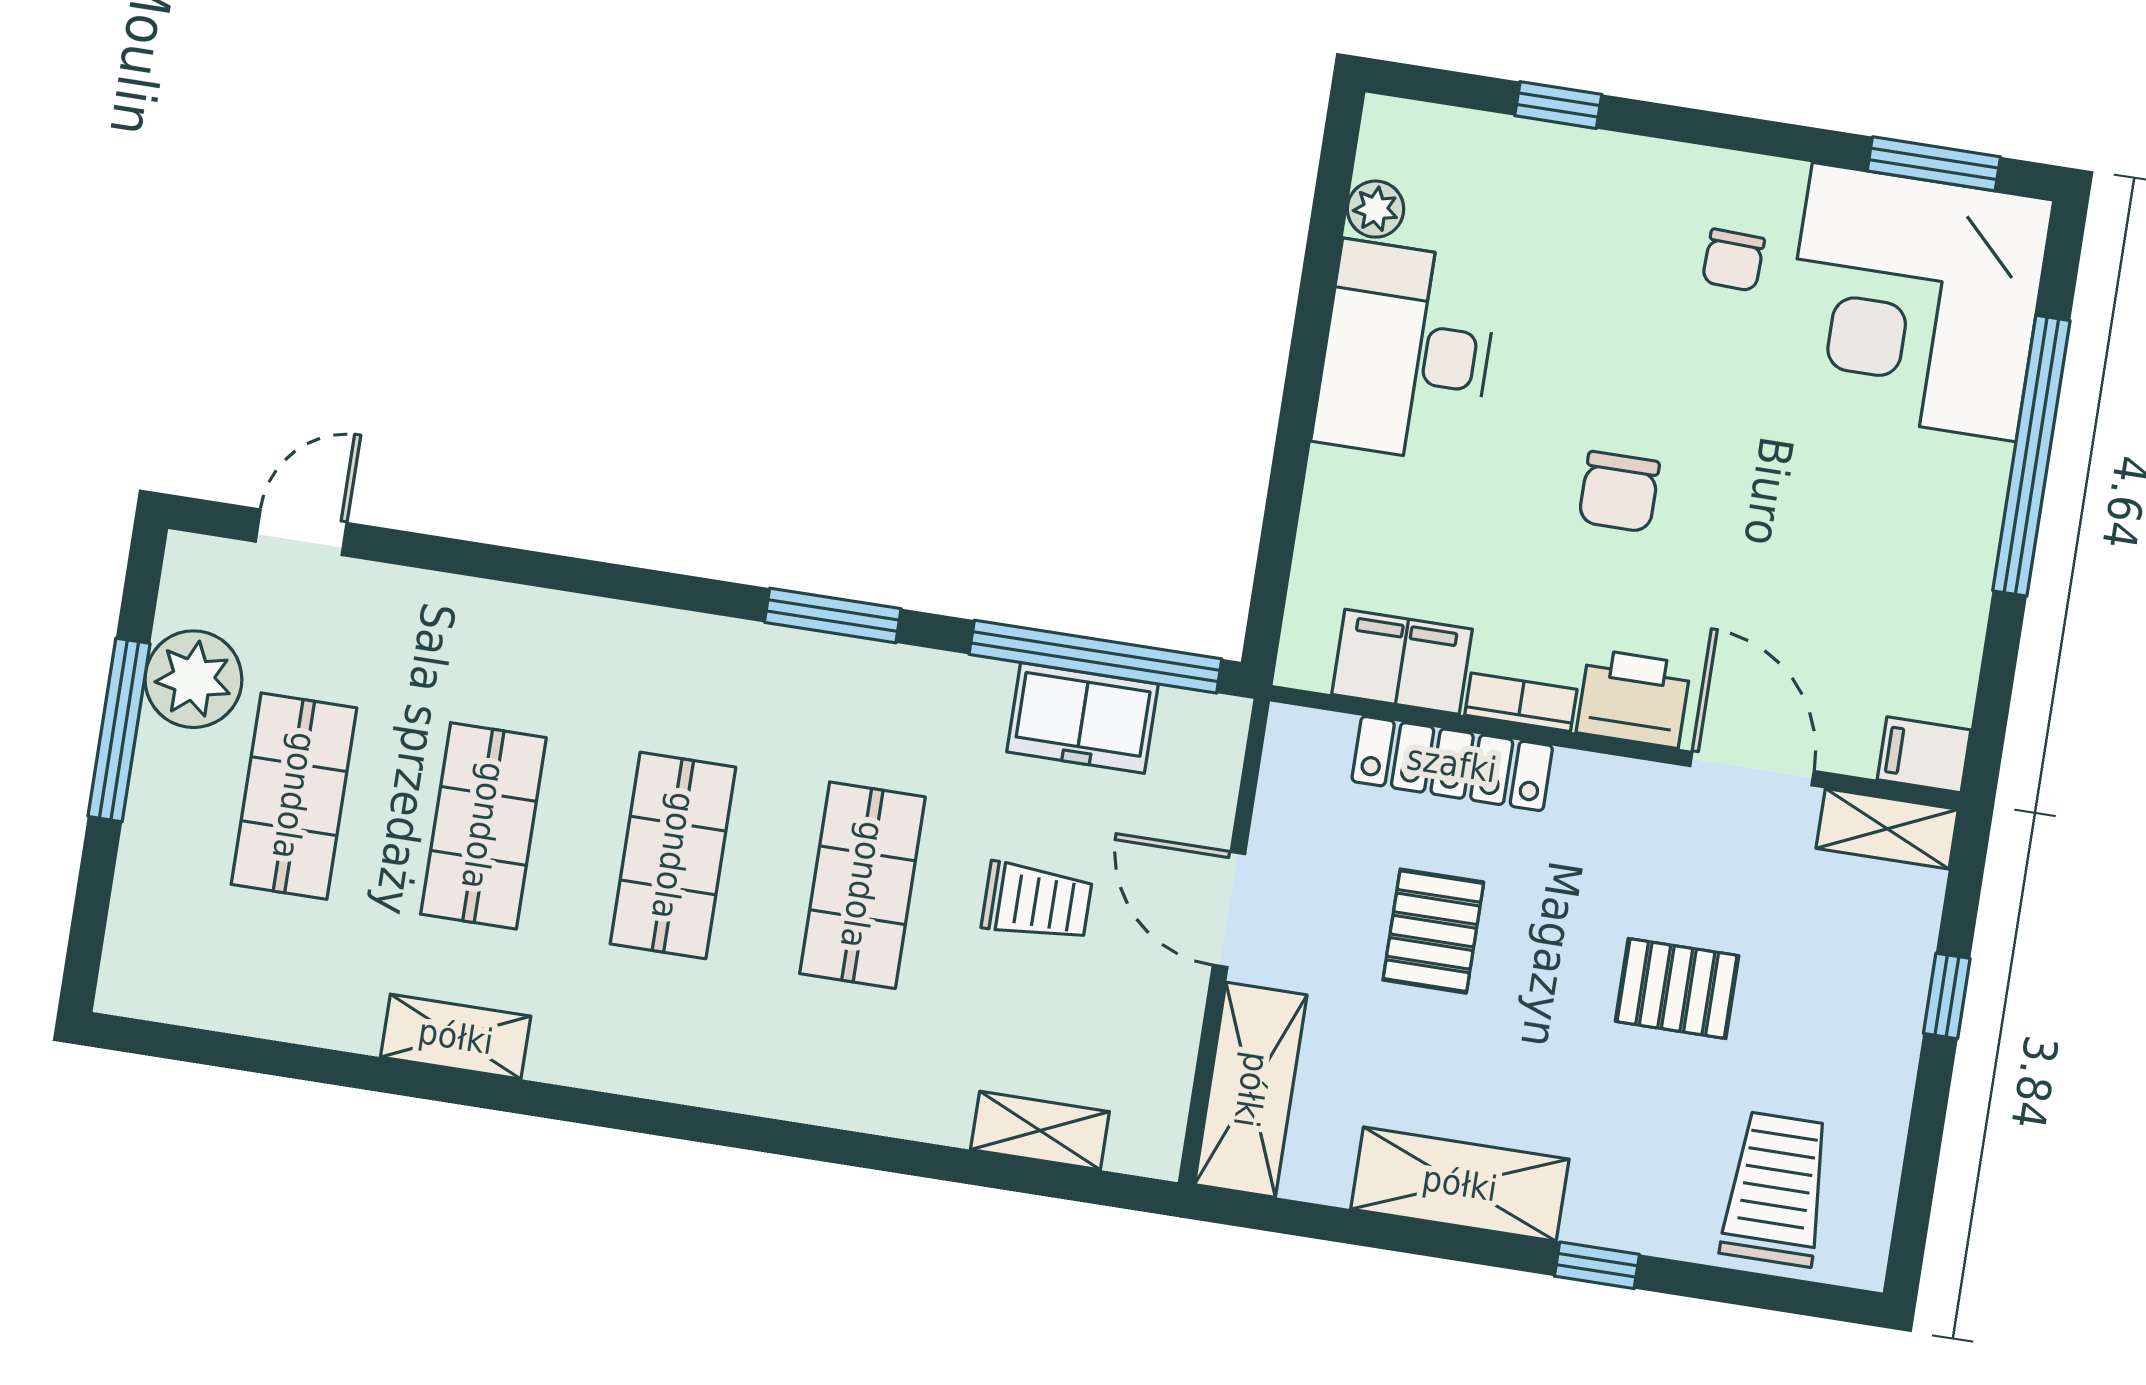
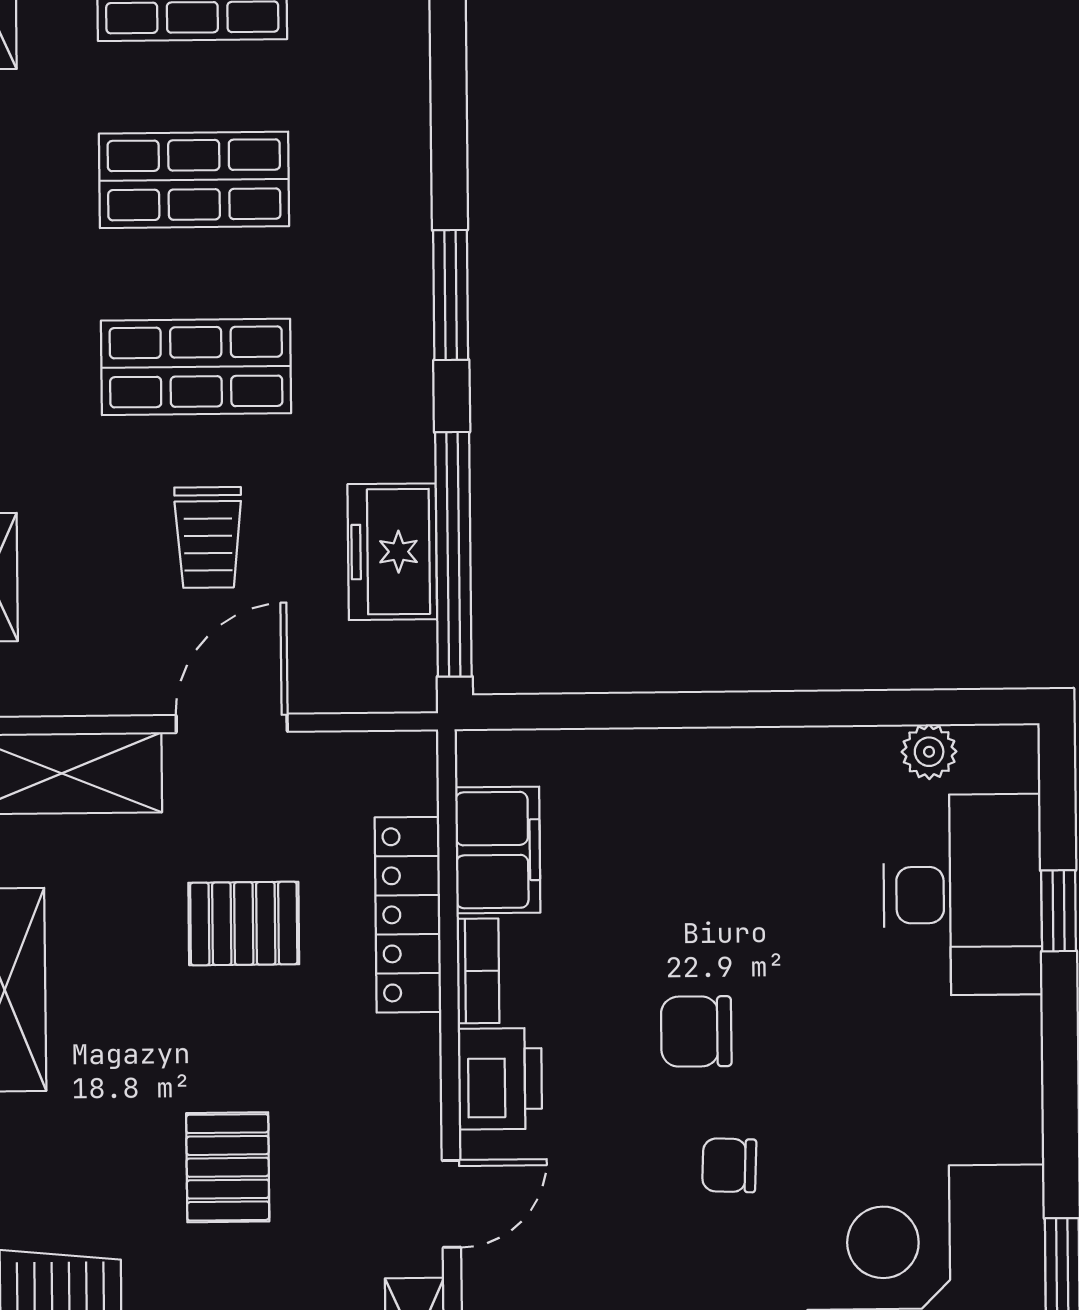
chair: (1733, 260) -> (729, 1165), moved
desk: (1406, 352) -> (963, 895), moved, turned 90
door: (1752, 769) -> (451, 1204), width x0.73

